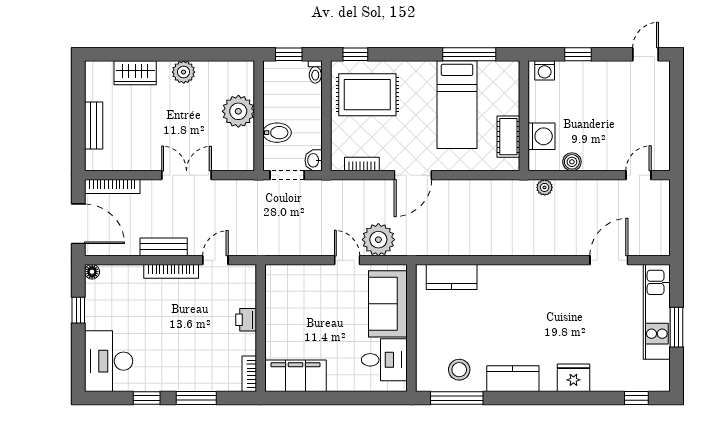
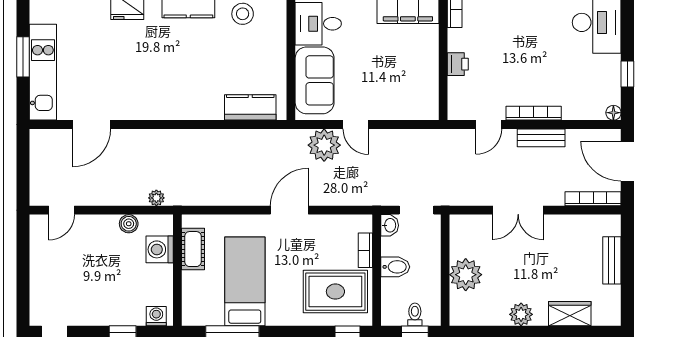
toilet: (315, 72) -> (415, 314), moved
bidet: (277, 133) -> (395, 267), moved, turned 180
bookcase: (362, 164) -> (365, 250), moved, turned 90

